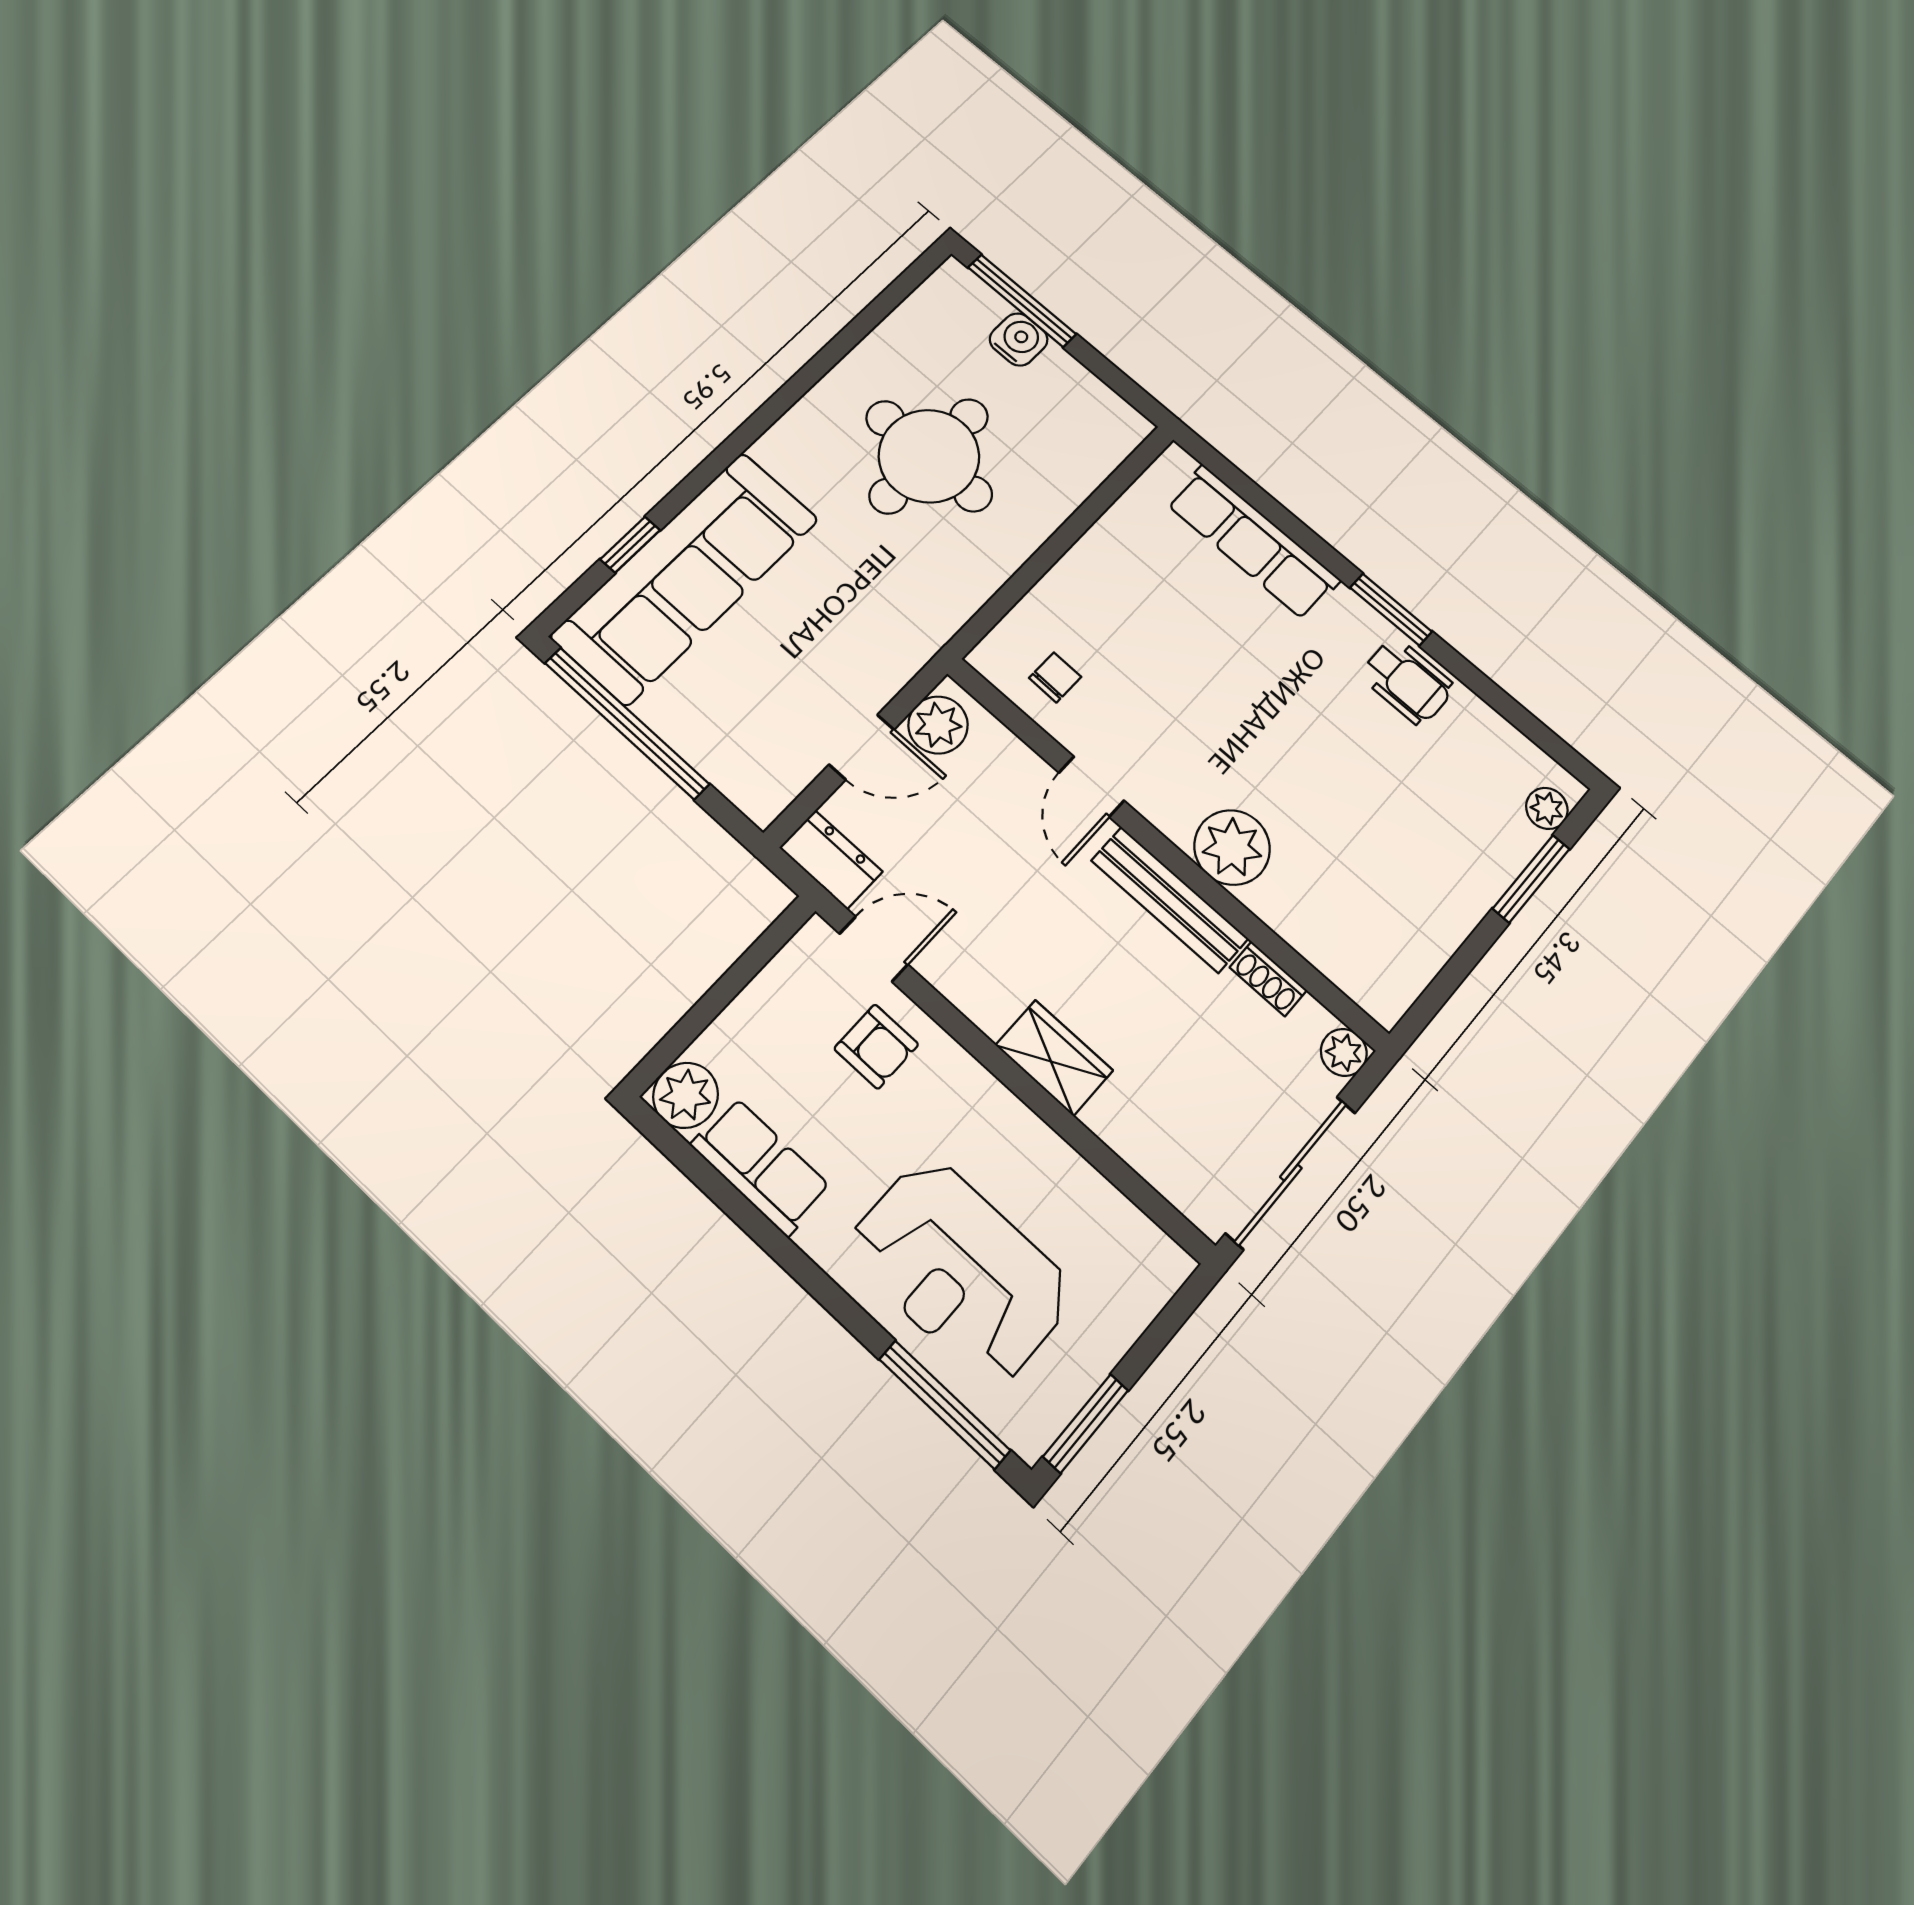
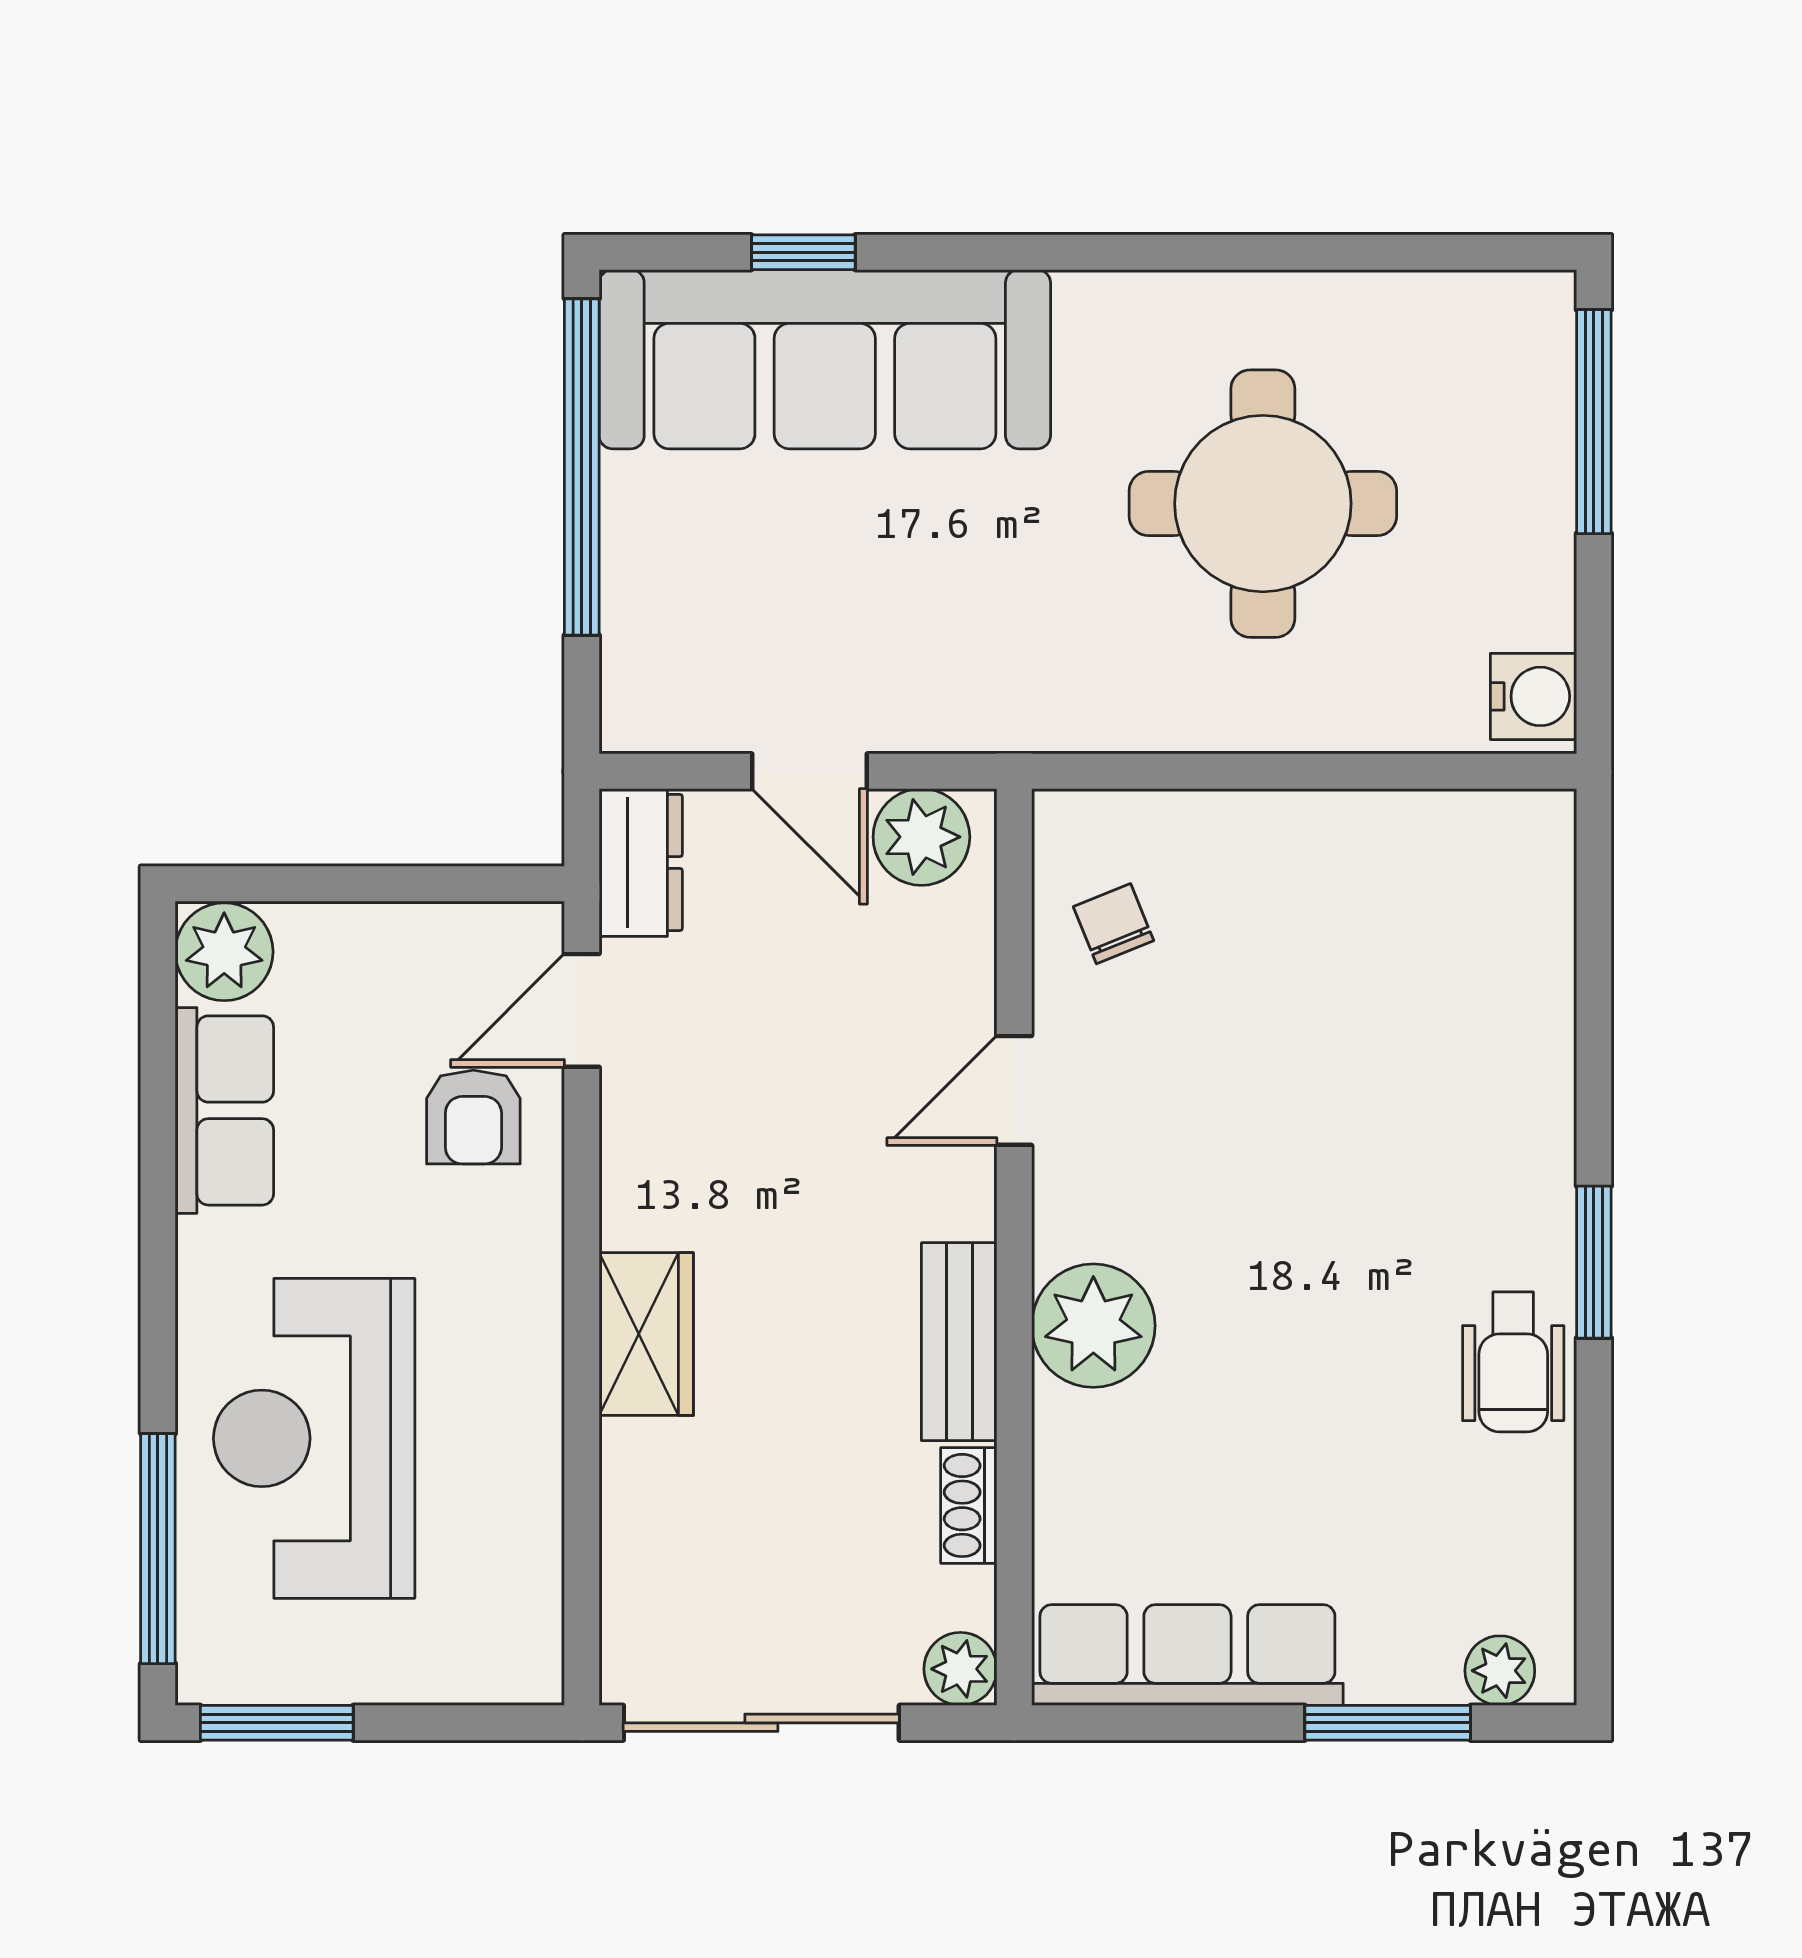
water cooler: (1019, 339) -> (1533, 696), moved
row of seats: (1253, 542) -> (1187, 1655), moved, turned 90
chair: (1055, 677) -> (1113, 924), turned -113
bench: (1170, 899) -> (959, 1342), width x0.73
door: (874, 949) -> (582, 1010), swing flipped

